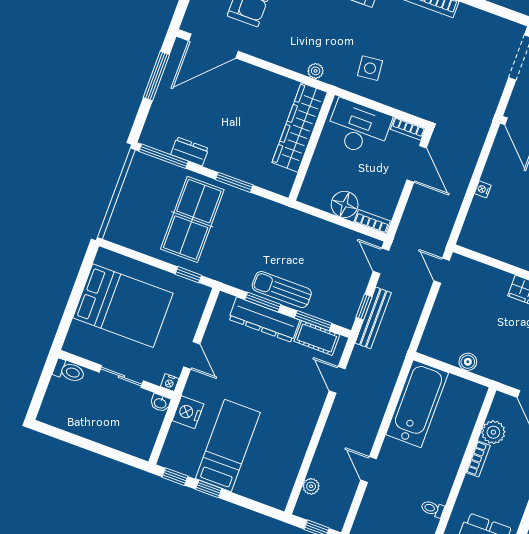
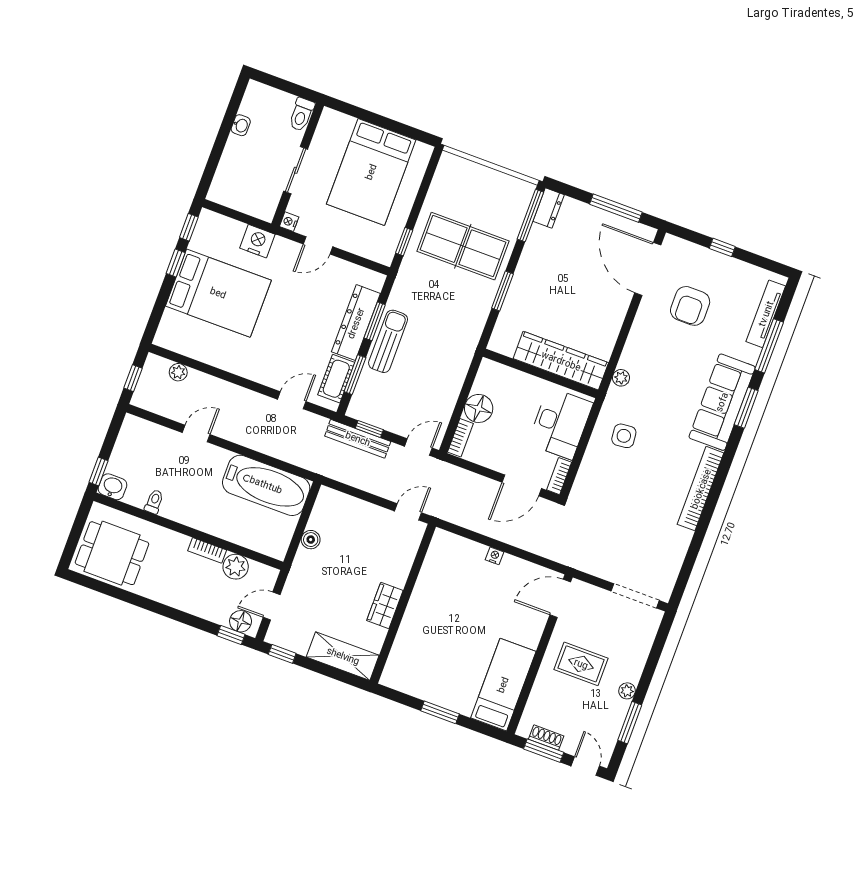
dresser: (190, 151) -> (549, 208), moved
washbasin: (160, 403) -> (241, 125), moved, turned 180
bed: (228, 446) -> (218, 293), width x1.50

